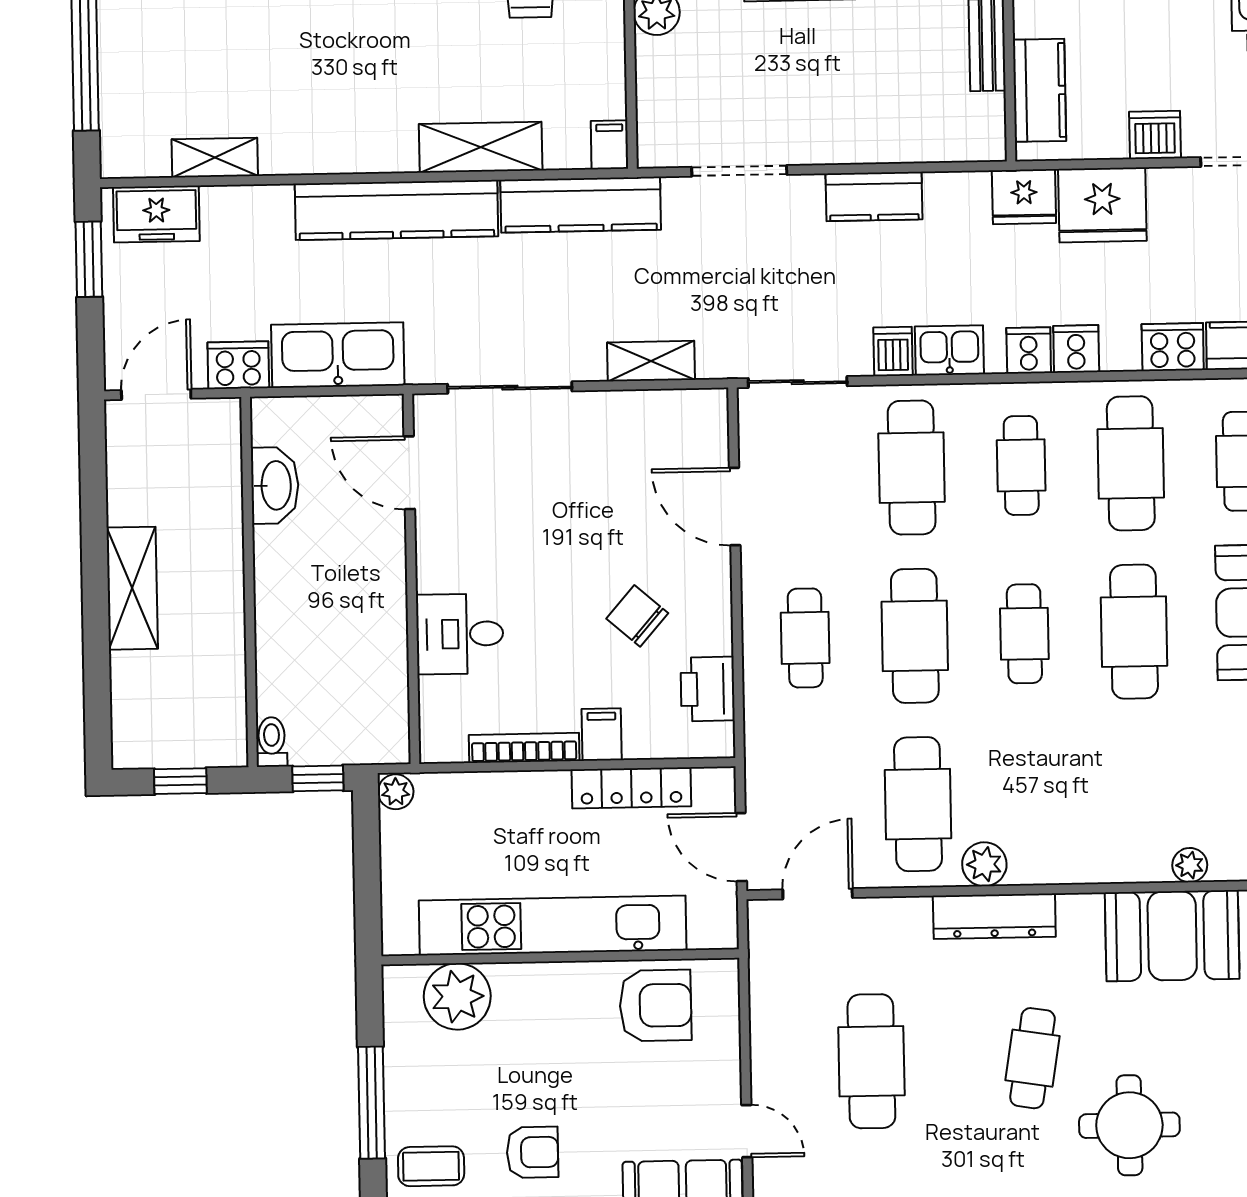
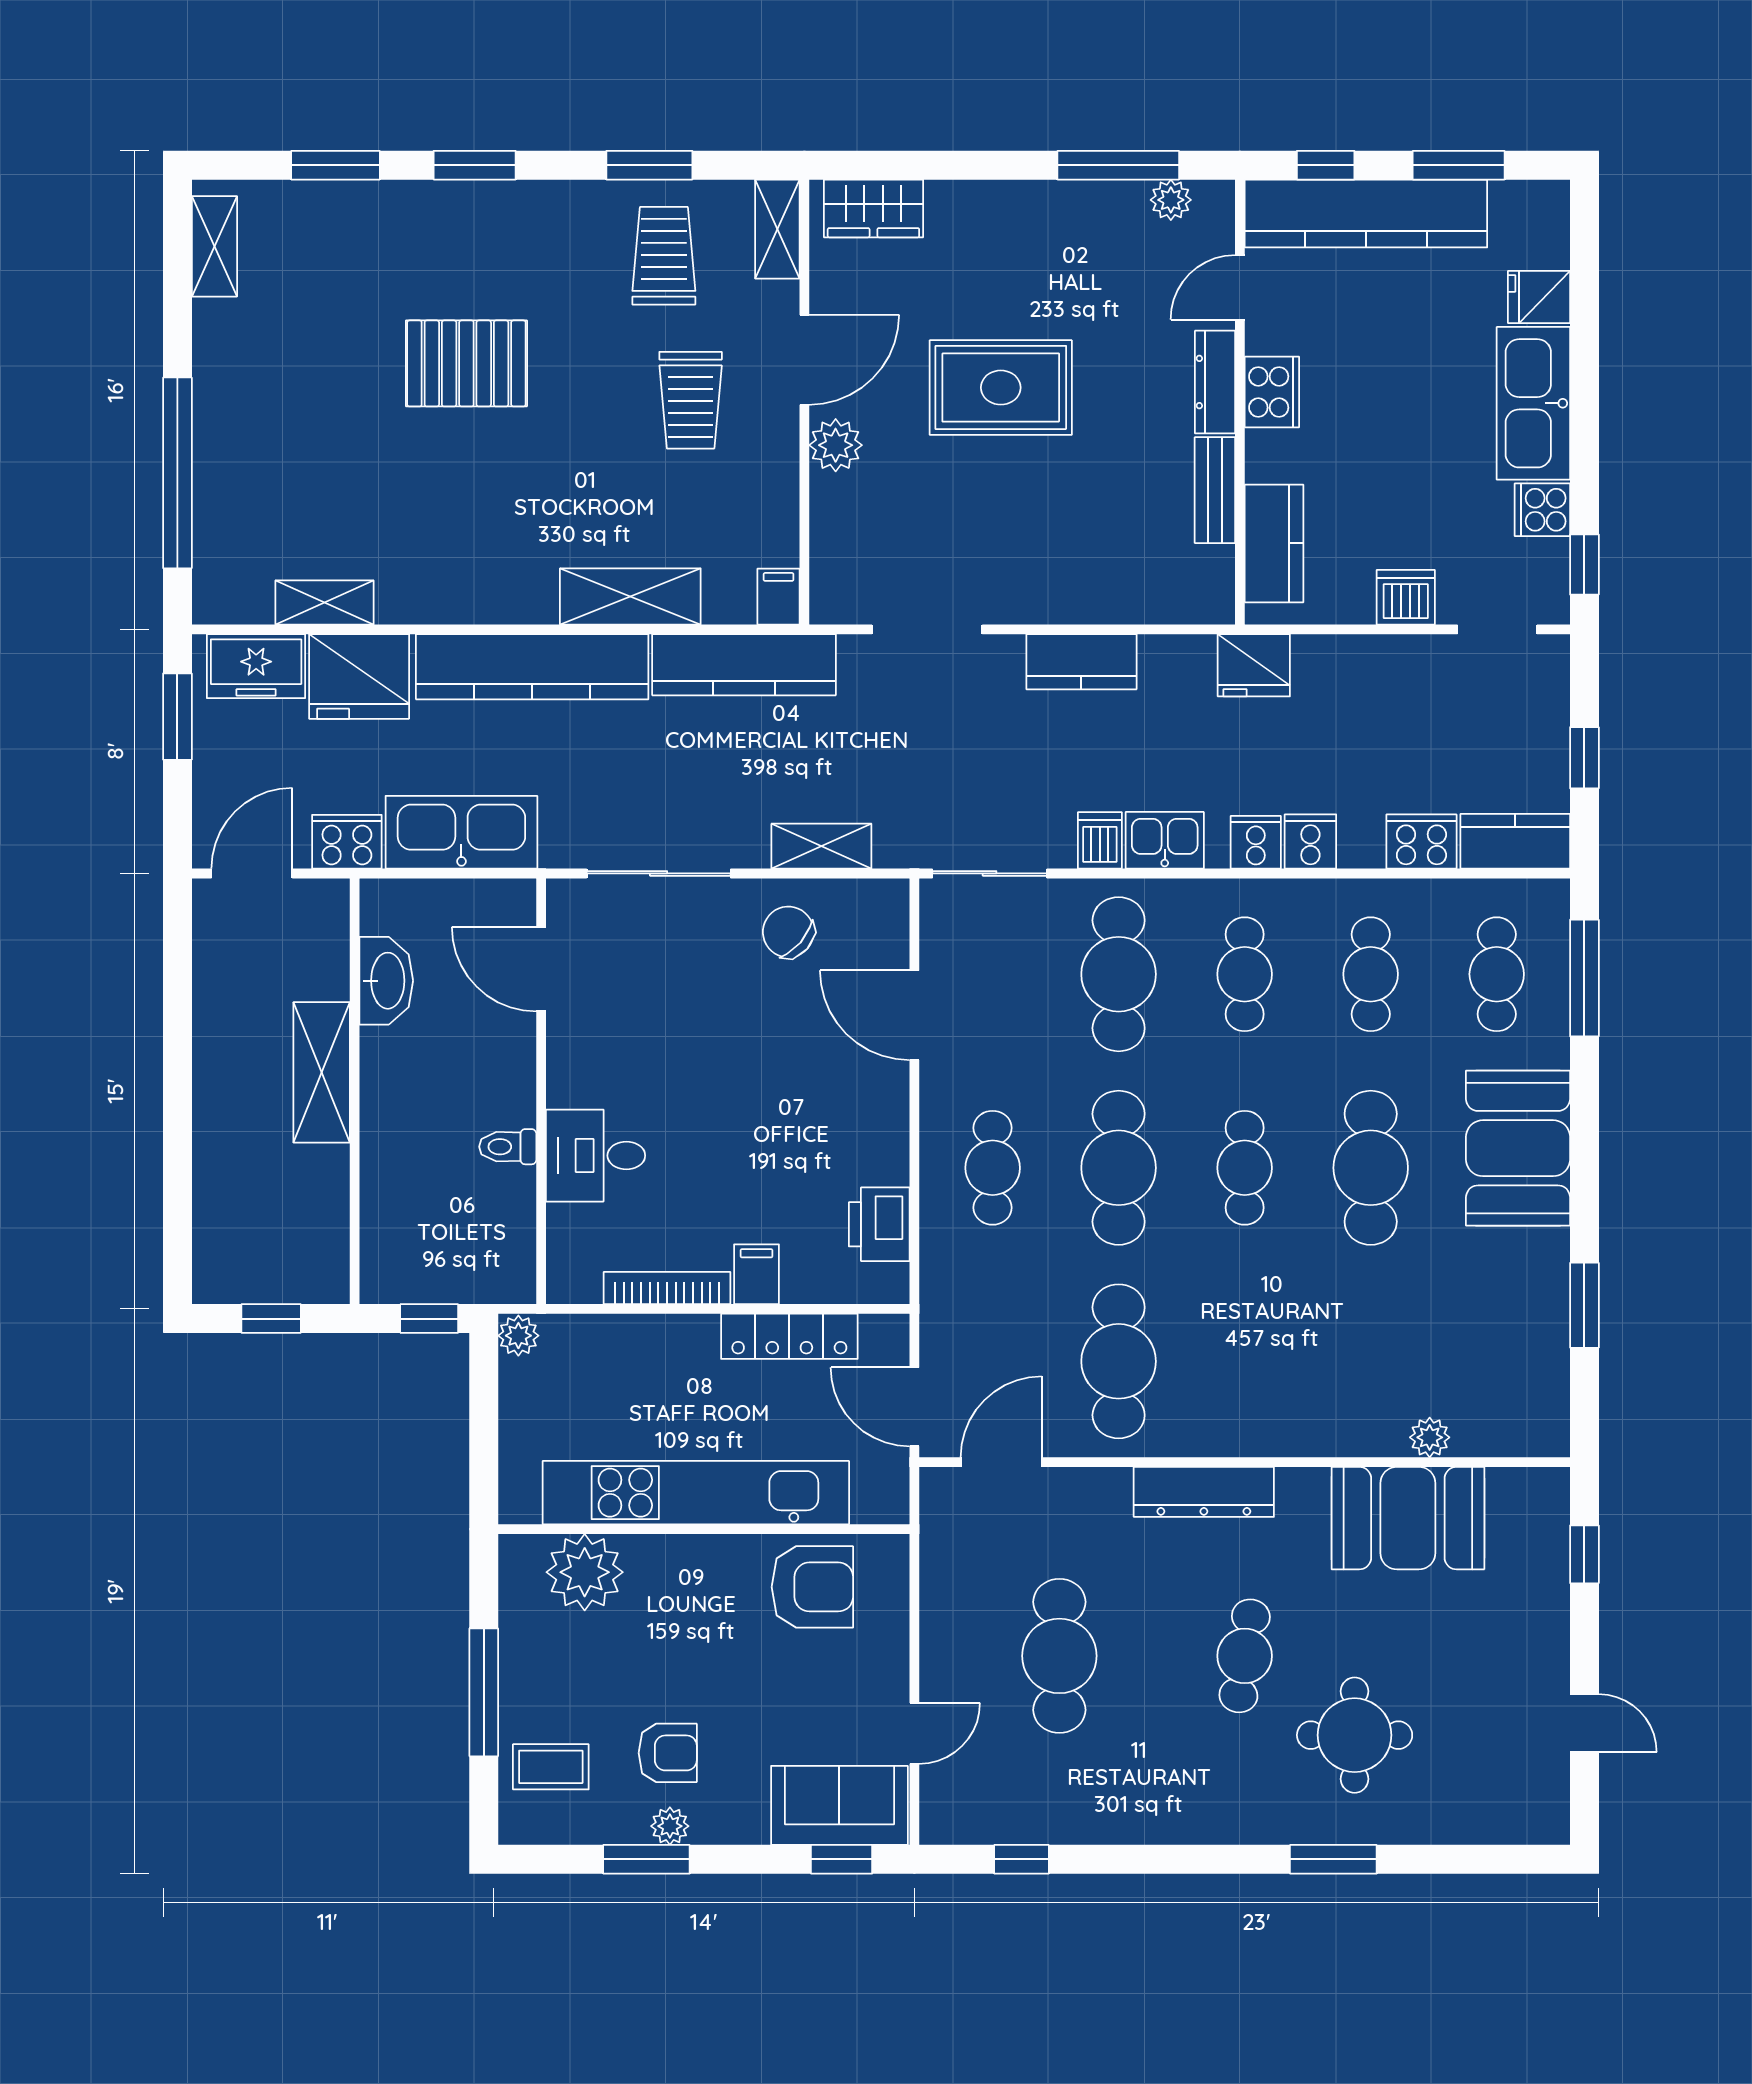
fridge: (1102, 205) -> (359, 677), moved
cafe table: (1131, 463) -> (1371, 974), width x0.73, depth x0.74
shelving: (132, 588) -> (322, 1072), moved
chair: (637, 616) -> (788, 932), moved
toilet: (272, 742) -> (508, 1147), moved, turned -90
plant: (984, 864) -> (1194, 1432), removed
door: (747, 1131) -> (914, 1733), hinge flipped

